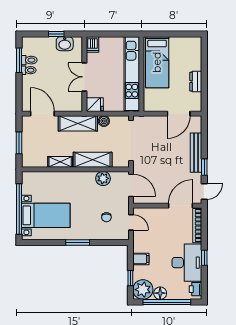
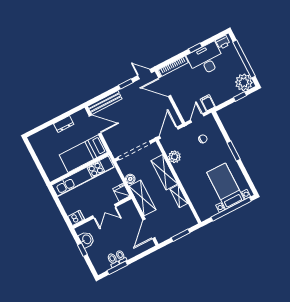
bed: (157, 62) -> (83, 154), moved, turned 180
bench: (196, 153) -> (105, 103), moved
filing cabinet: (141, 259) -> (208, 103), moved
floor lamp: (160, 293) -> (240, 68), removed

